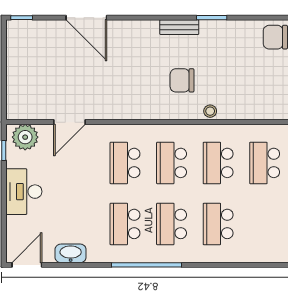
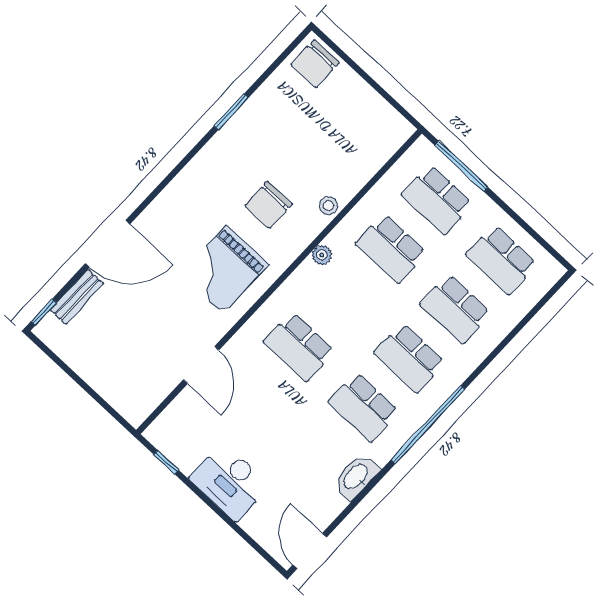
bench: (179, 27) -> (77, 297), moved
grand piano: (129, 89) -> (224, 269), added
plant: (25, 137) -> (322, 255), moved, width x0.53, depth x0.53
school desk: (172, 163) -> (501, 260), moved
washbasin: (71, 253) -> (356, 477), moved

